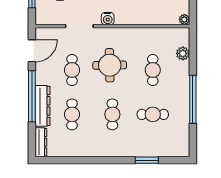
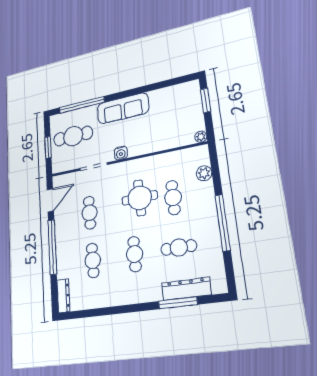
round table: (110, 65) -> (140, 198), moved
dresser: (43, 106) -> (186, 289), moved, turned -90
window: (147, 160) -> (178, 303), width x1.44

